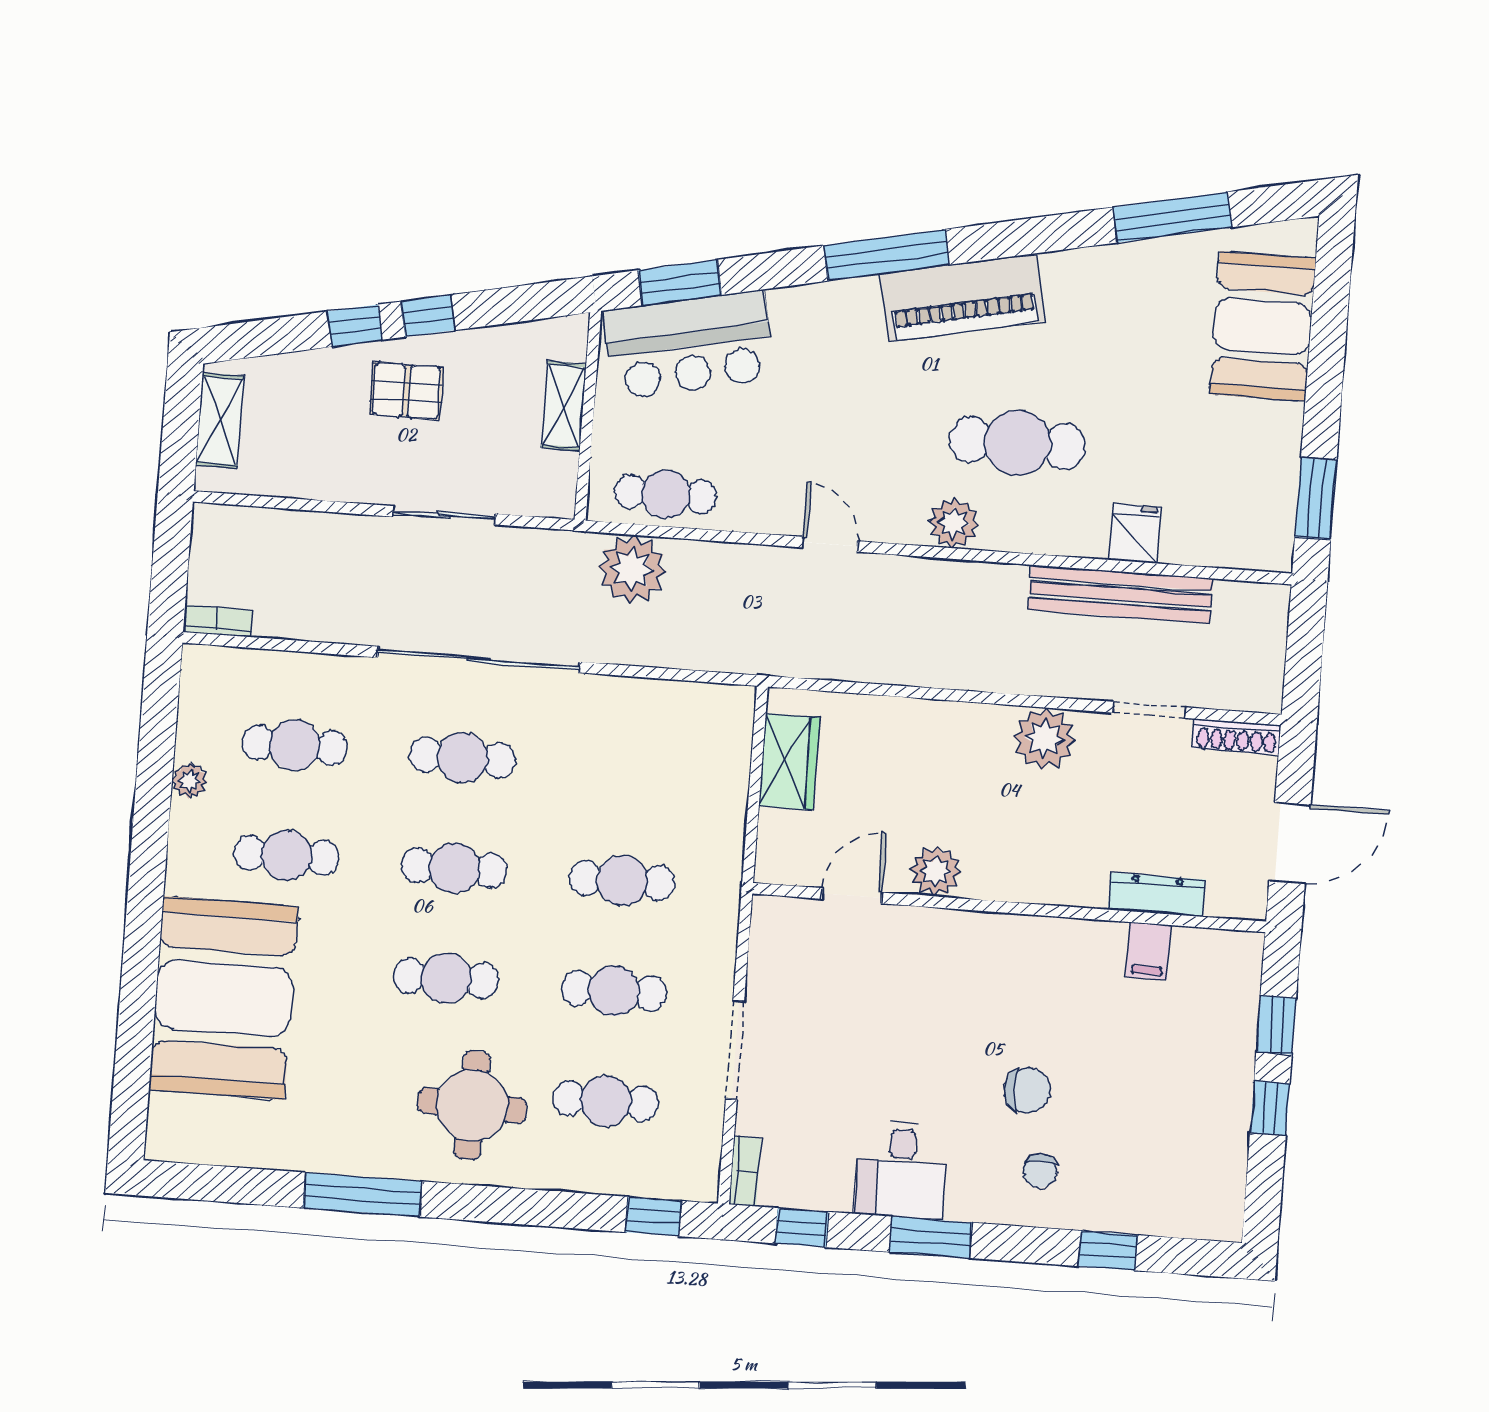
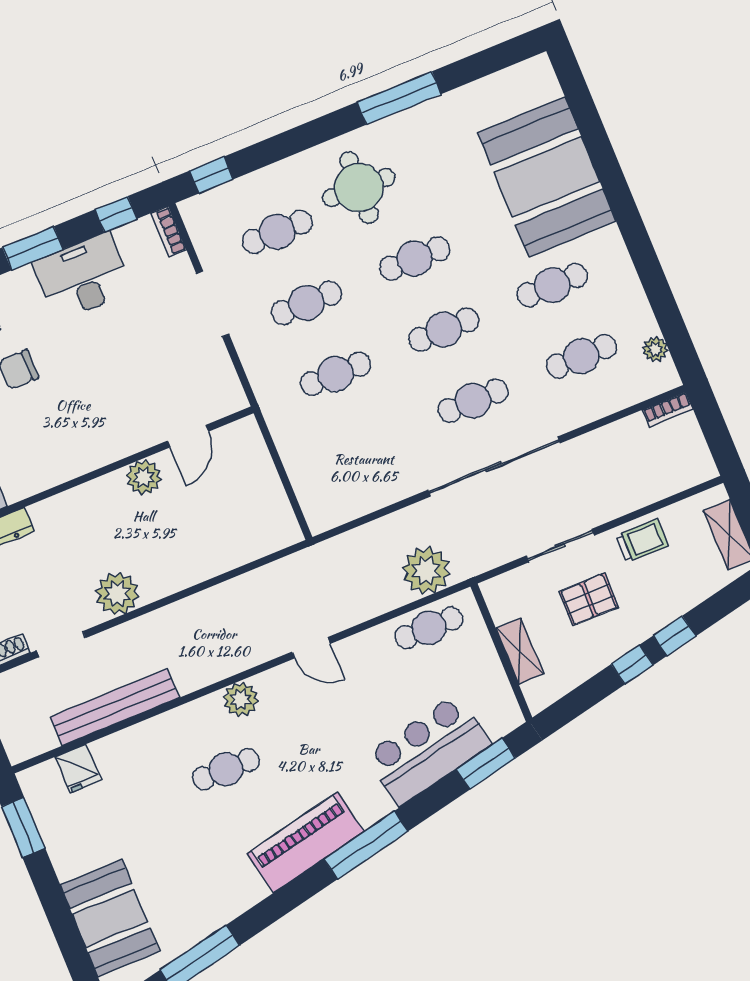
bar counter: (689, 345) -> (428, 750), moved
pallet: (406, 391) -> (589, 599), moved
cafe table: (1018, 443) -> (226, 769), width x0.73, depth x0.74
trolley: (335, 469) -> (642, 541), added
fridge: (1135, 533) -> (78, 769), moved
wardrobe: (789, 762) -> (269, 500), removed
plant: (190, 781) -> (655, 349), moved
desk: (901, 1170) -> (83, 277), width x1.37

